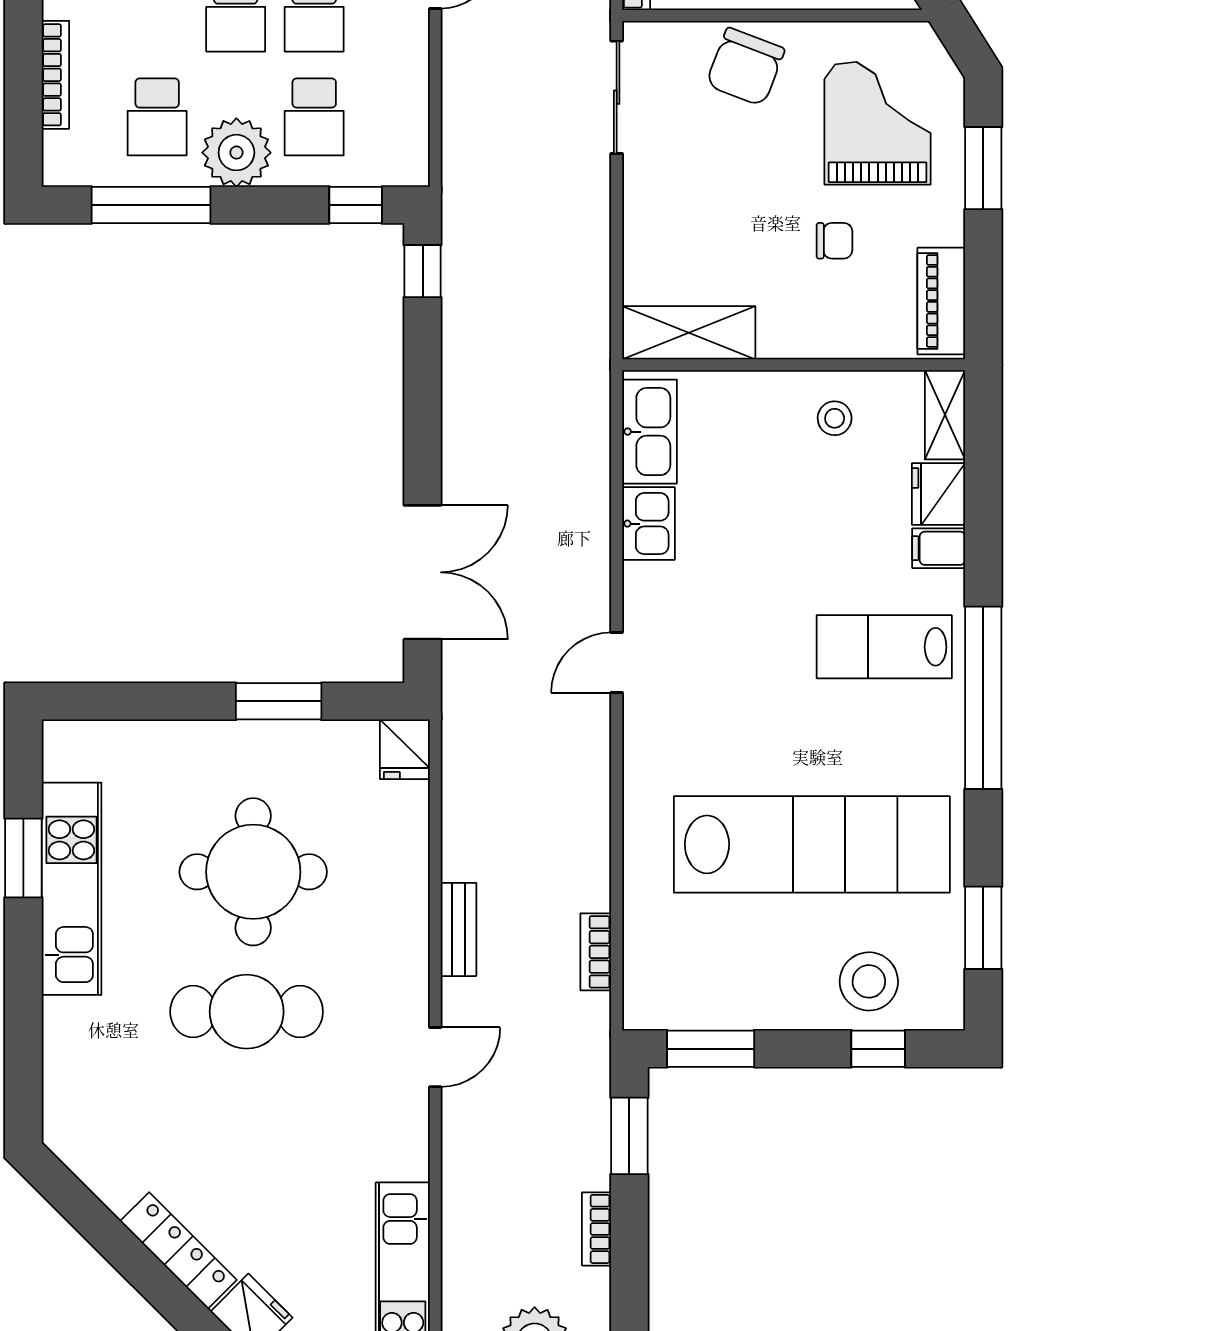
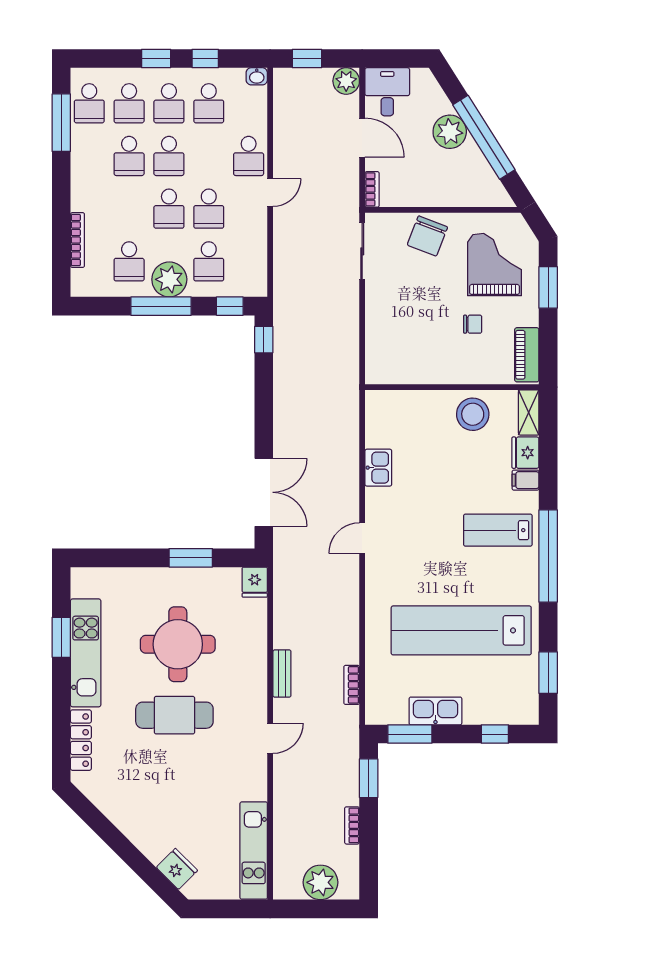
window: (151, 205) -> (161, 306), moved
shelving: (689, 333) -> (399, 371), removed
stool: (835, 418) -> (473, 414), width x1.89, depth x1.89
kitchen sink: (650, 432) -> (435, 711), moved, turned -90
lab bench: (812, 844) -> (461, 630), turned 180
stool: (869, 981) -> (490, 700), removed
locker: (178, 1251) -> (81, 740), moved, turned 45

